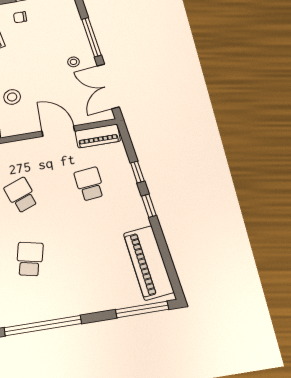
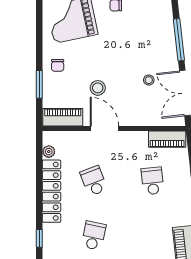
stool: (73, 62) -> (149, 80), moved
door: (58, 131) -> (104, 128), moved

